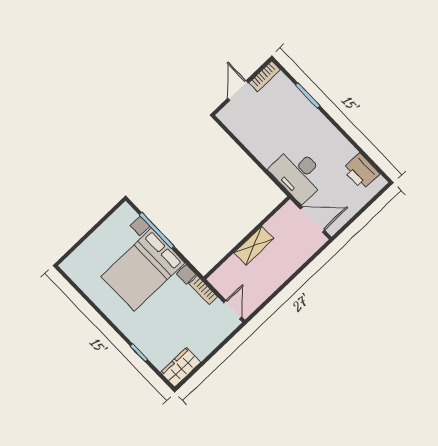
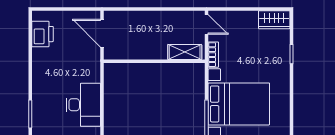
desk: (298, 174) -> (83, 105), moved
shelving: (254, 246) -> (185, 52), moved
door: (233, 310) -> (207, 24), swing flipped

